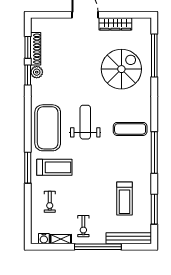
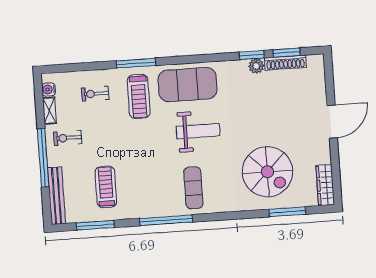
wardrobe: (115, 24) -> (325, 185), moved
window: (154, 56) -> (287, 212), width x0.68
treadmill: (124, 198) -> (106, 187), turned 90

